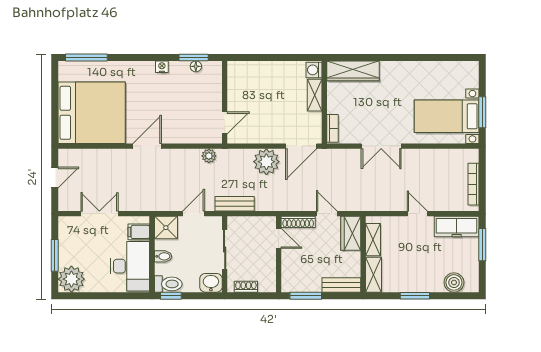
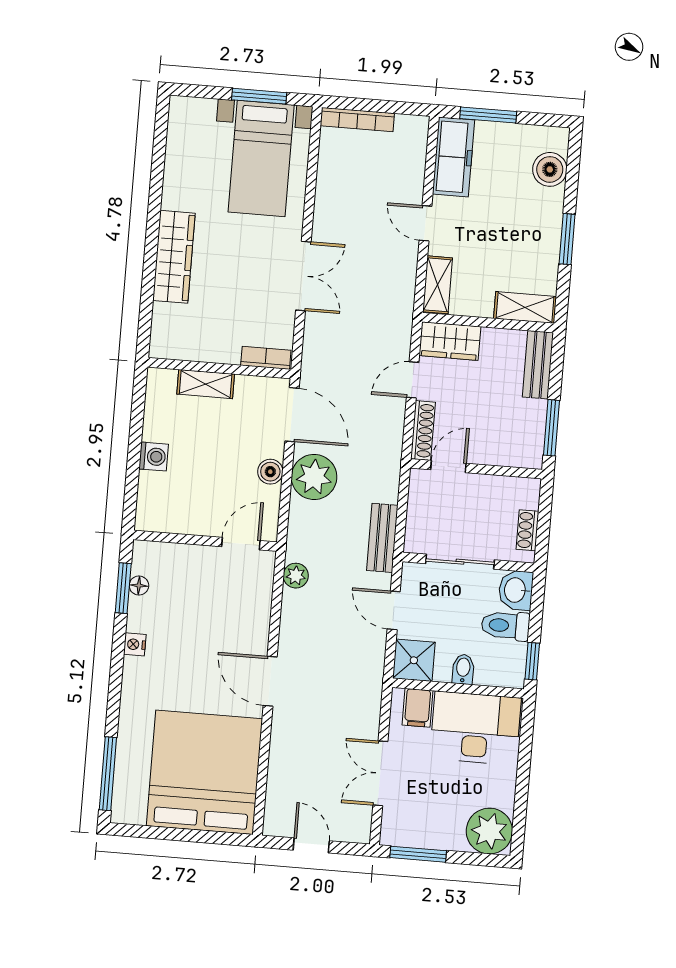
washing machine: (314, 70) -> (154, 457), moved, turned -90
wardrobe: (353, 71) -> (174, 257), moved
door: (225, 123) -> (241, 544), hinge flipped
boiler: (267, 136) -> (270, 472), added
bookcase: (474, 184) -> (357, 119), moved
door: (417, 214) -> (426, 223), hinge flipped
shelving: (373, 240) -> (438, 285), moved, turned 90
window: (55, 255) -> (418, 854), moved
toilet: (168, 284) -> (506, 626), moved, turned -90

